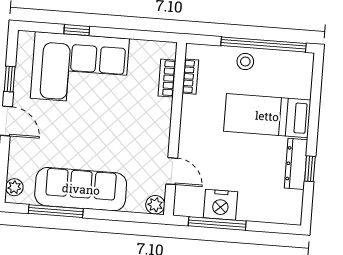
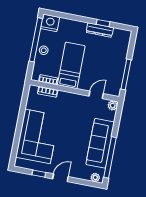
window: (77, 30) -> (17, 136), removed
bed: (267, 116) -> (71, 65), moved, turned 180
nightstand: (221, 205) -> (50, 23), moved, turned -90
window: (56, 211) -> (110, 157), width x1.46

